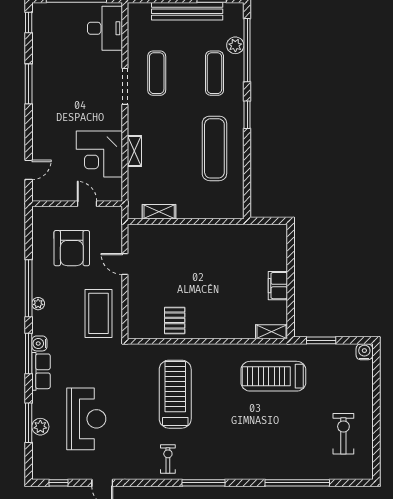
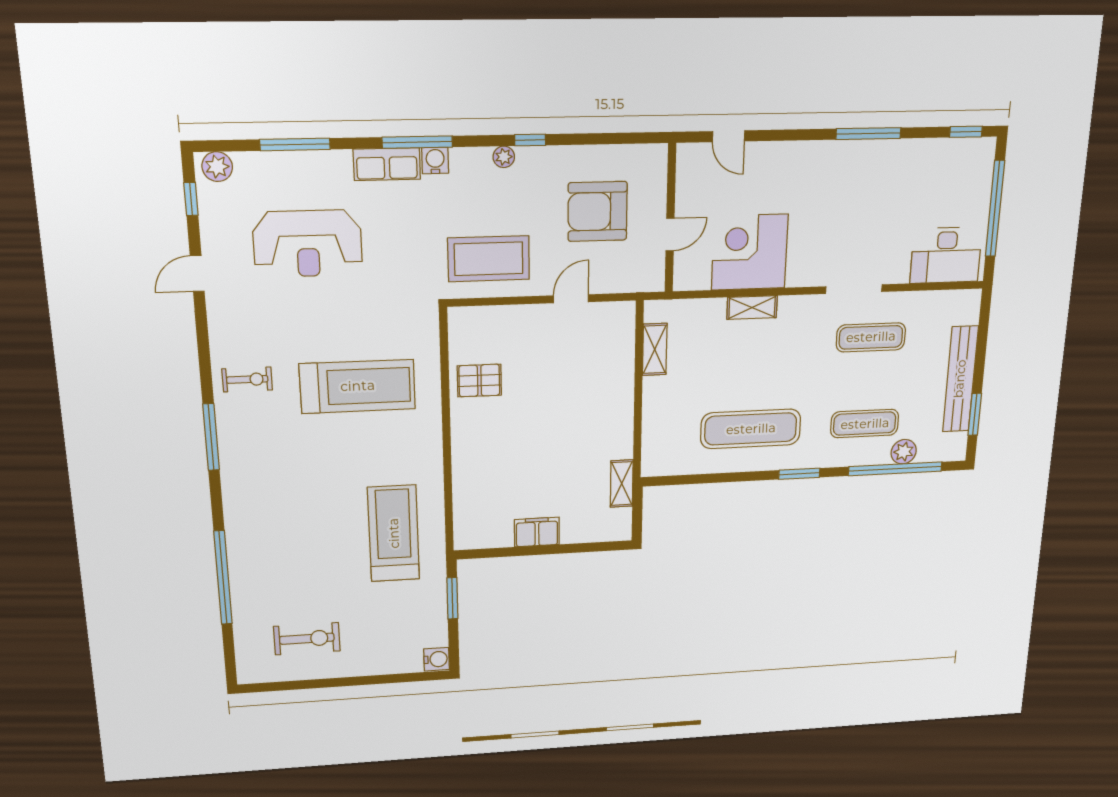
window: (29, 288) -> (530, 140), width x0.32
shelving: (272, 332) -> (622, 484), moved
plant: (40, 427) -> (217, 167), moved

